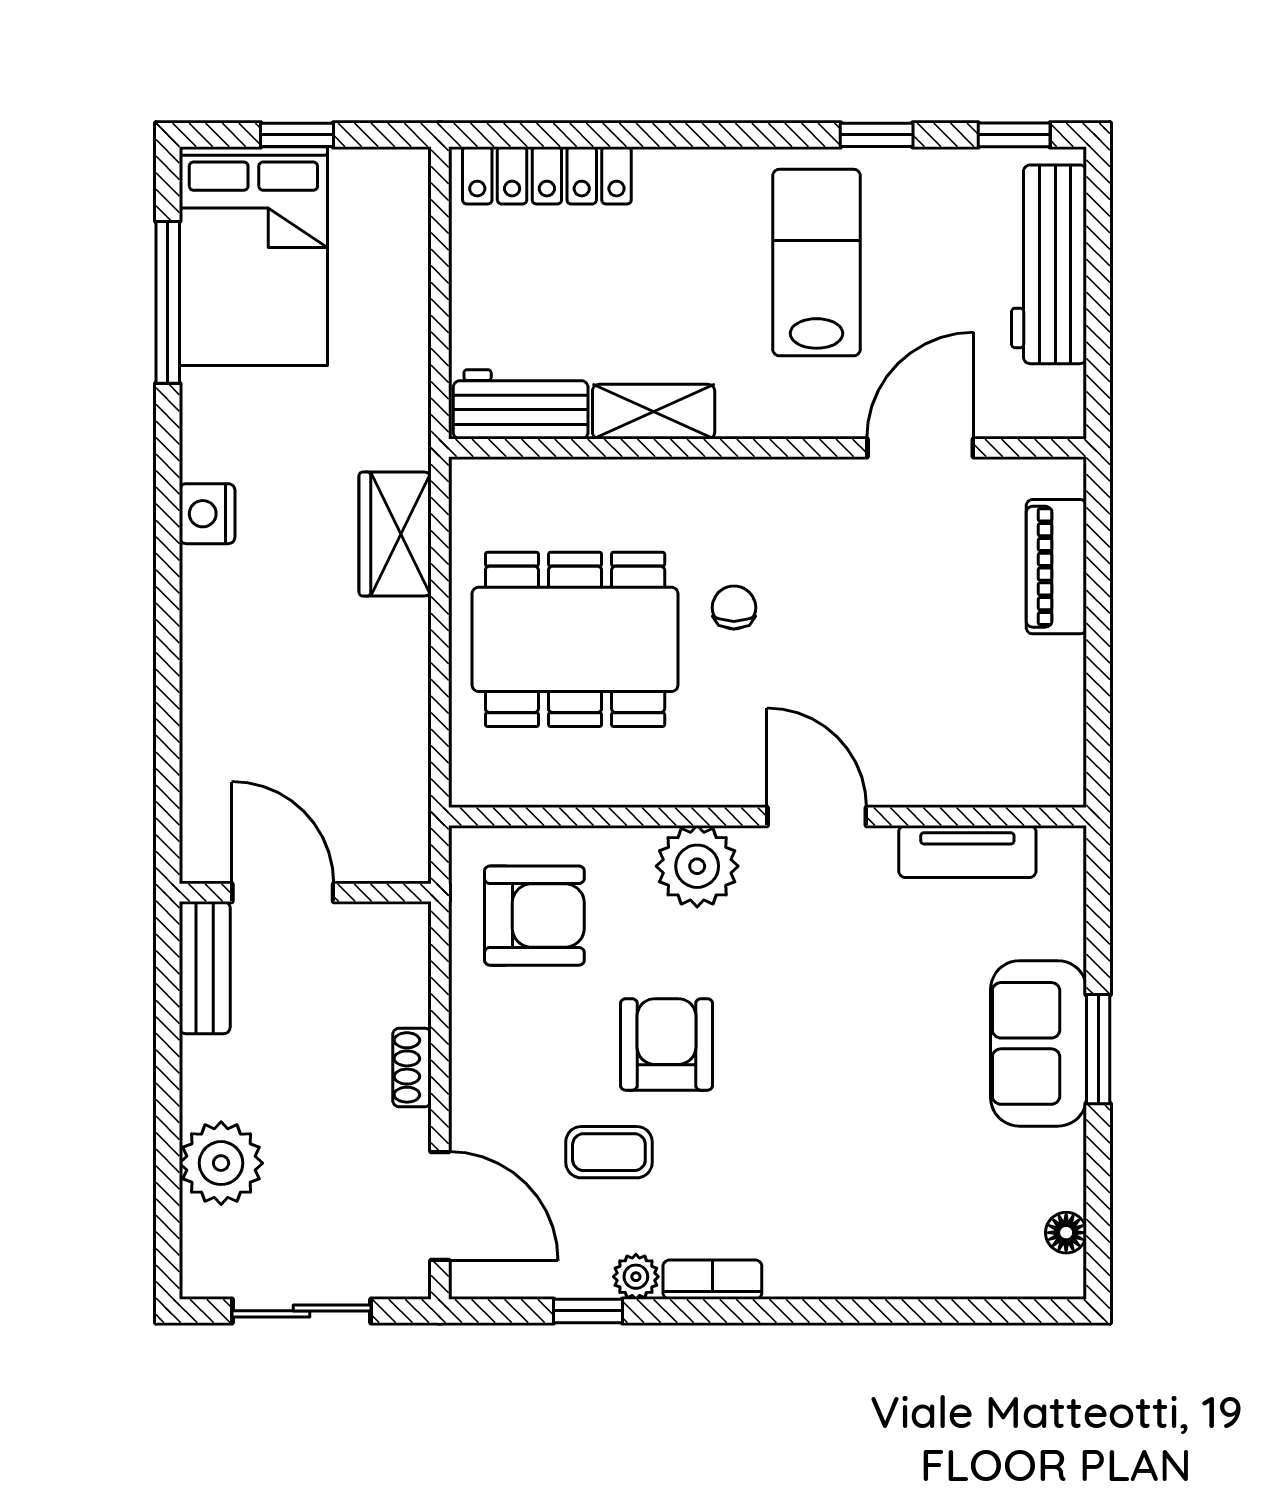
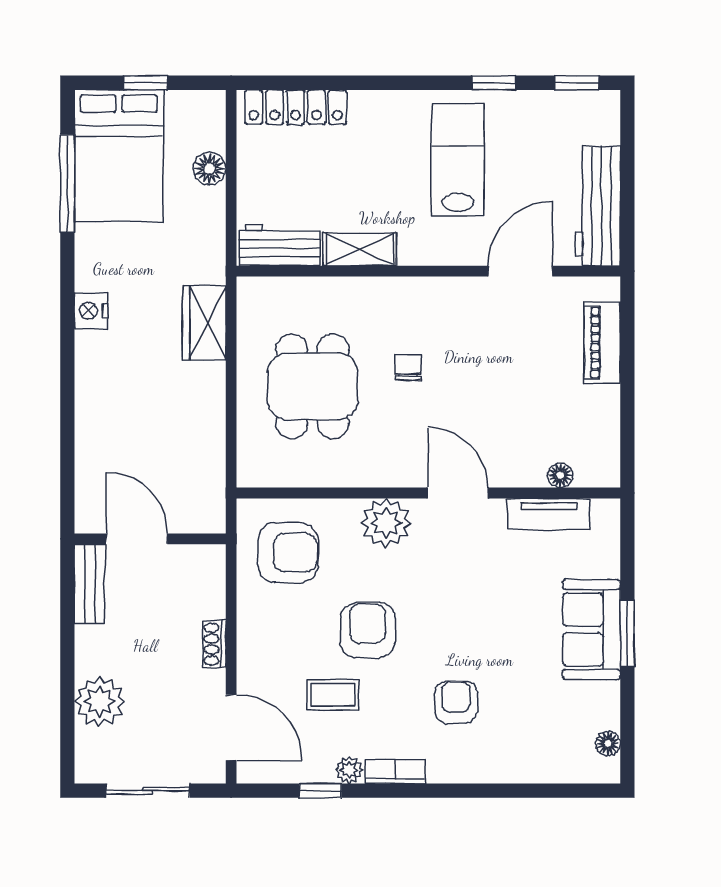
workbench: (1049, 264) -> (598, 206), moved
floor lamp: (404, 278) -> (209, 169), added
dining table: (575, 639) -> (312, 386), width x0.73
floor lamp: (987, 787) -> (560, 475), added
armchair: (813, 1164) -> (456, 702), added

